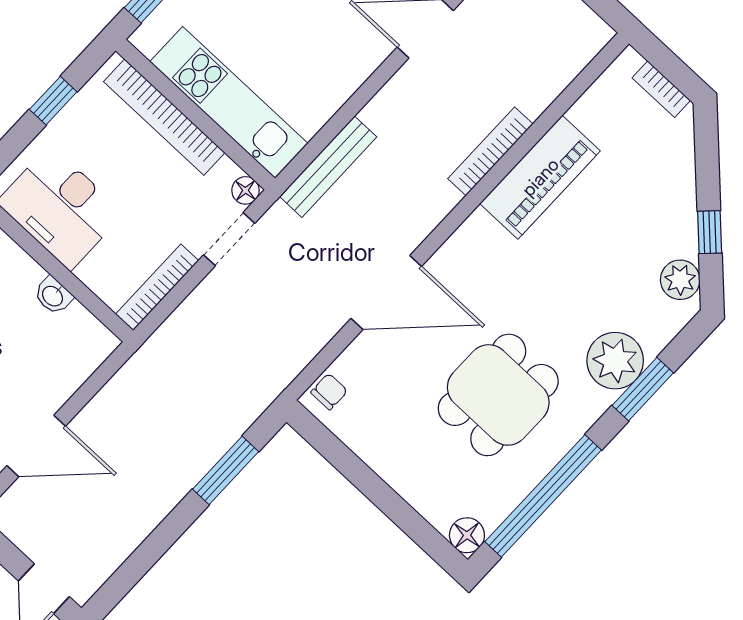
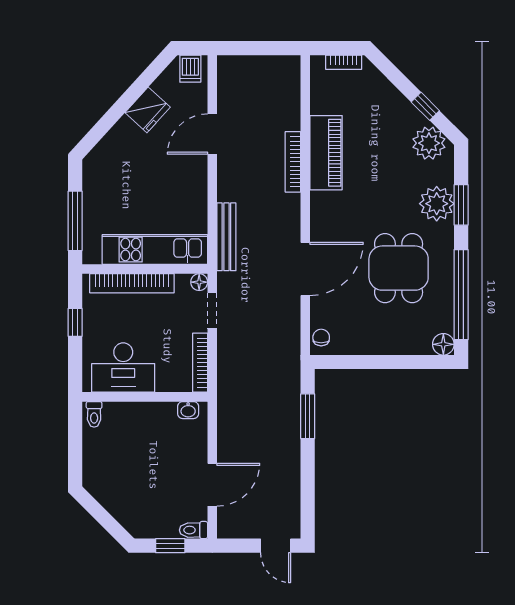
plant: (680, 280) -> (429, 143), width x1.36, depth x1.36
washbasin: (53, 296) -> (188, 410), moved

